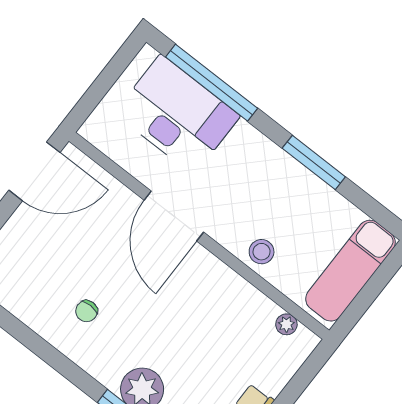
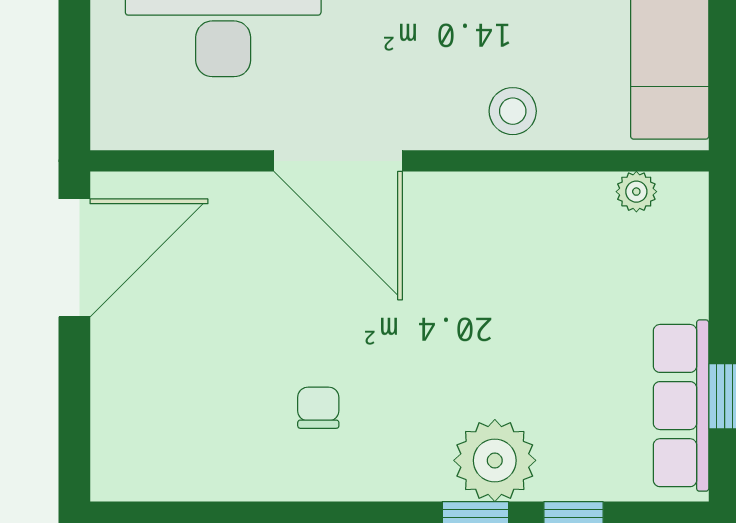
chair: (87, 311) -> (318, 408), turned 180

